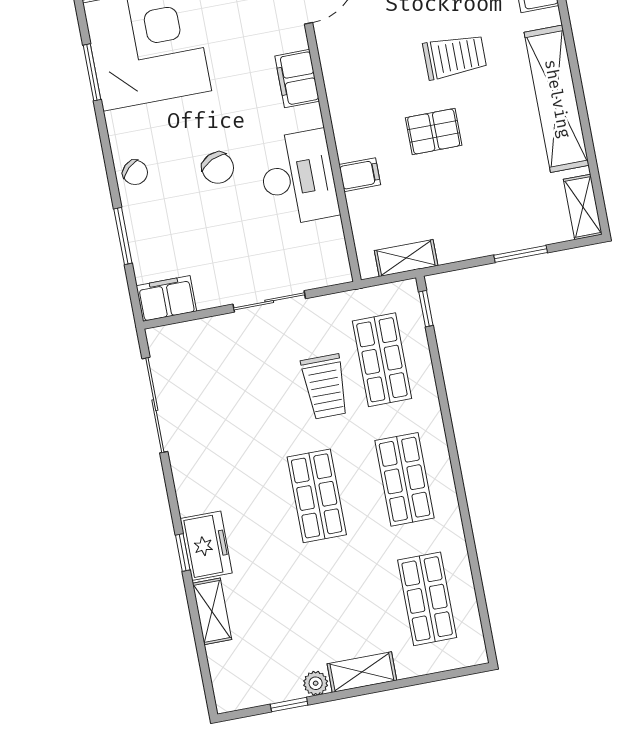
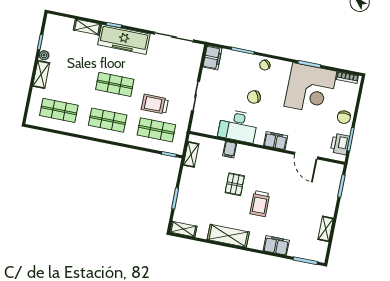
shelving: (557, 99) -> (228, 236), width x0.68
freezer: (206, 546) -> (124, 39), width x1.91, depth x1.26

